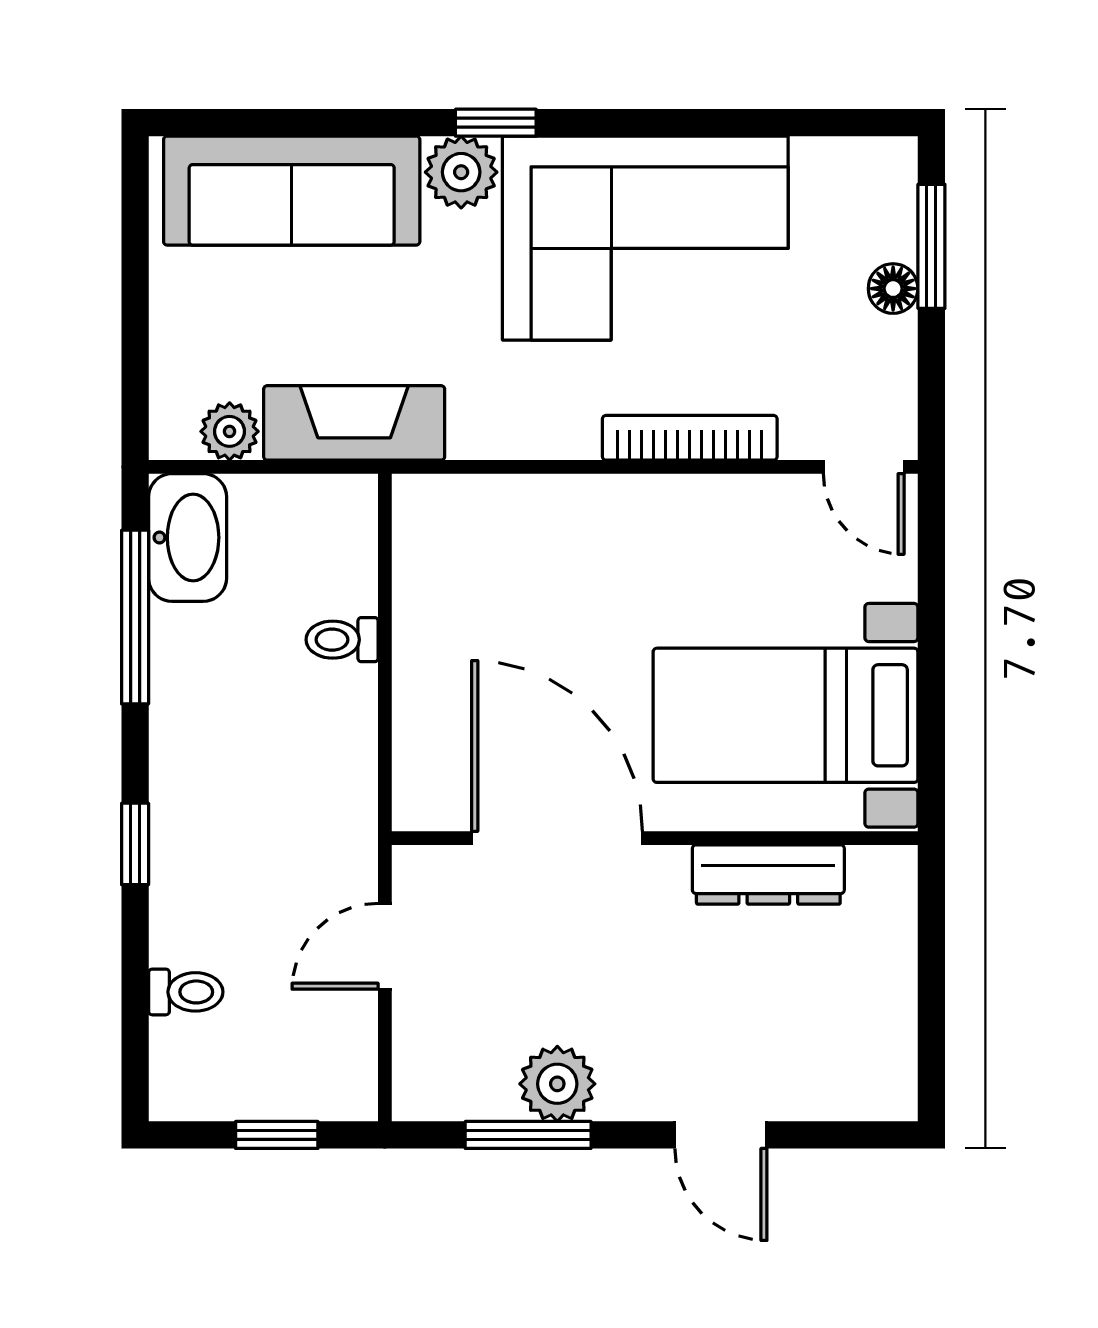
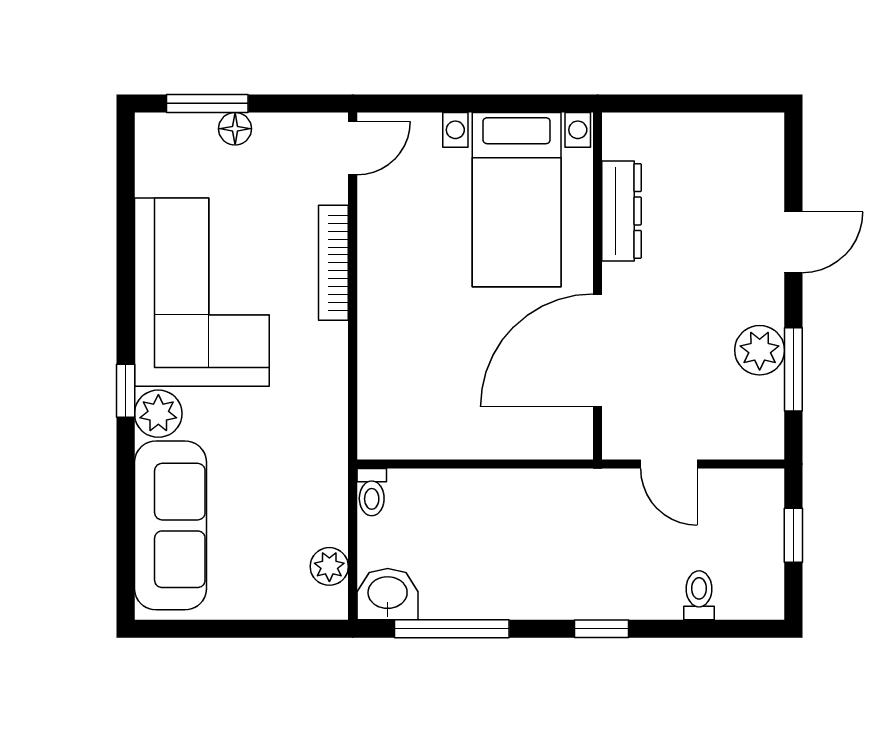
fireplace: (354, 423) -> (324, 484), removed
washbasin: (188, 537) -> (388, 594), width x0.72
toilet: (342, 640) -> (372, 492), moved

